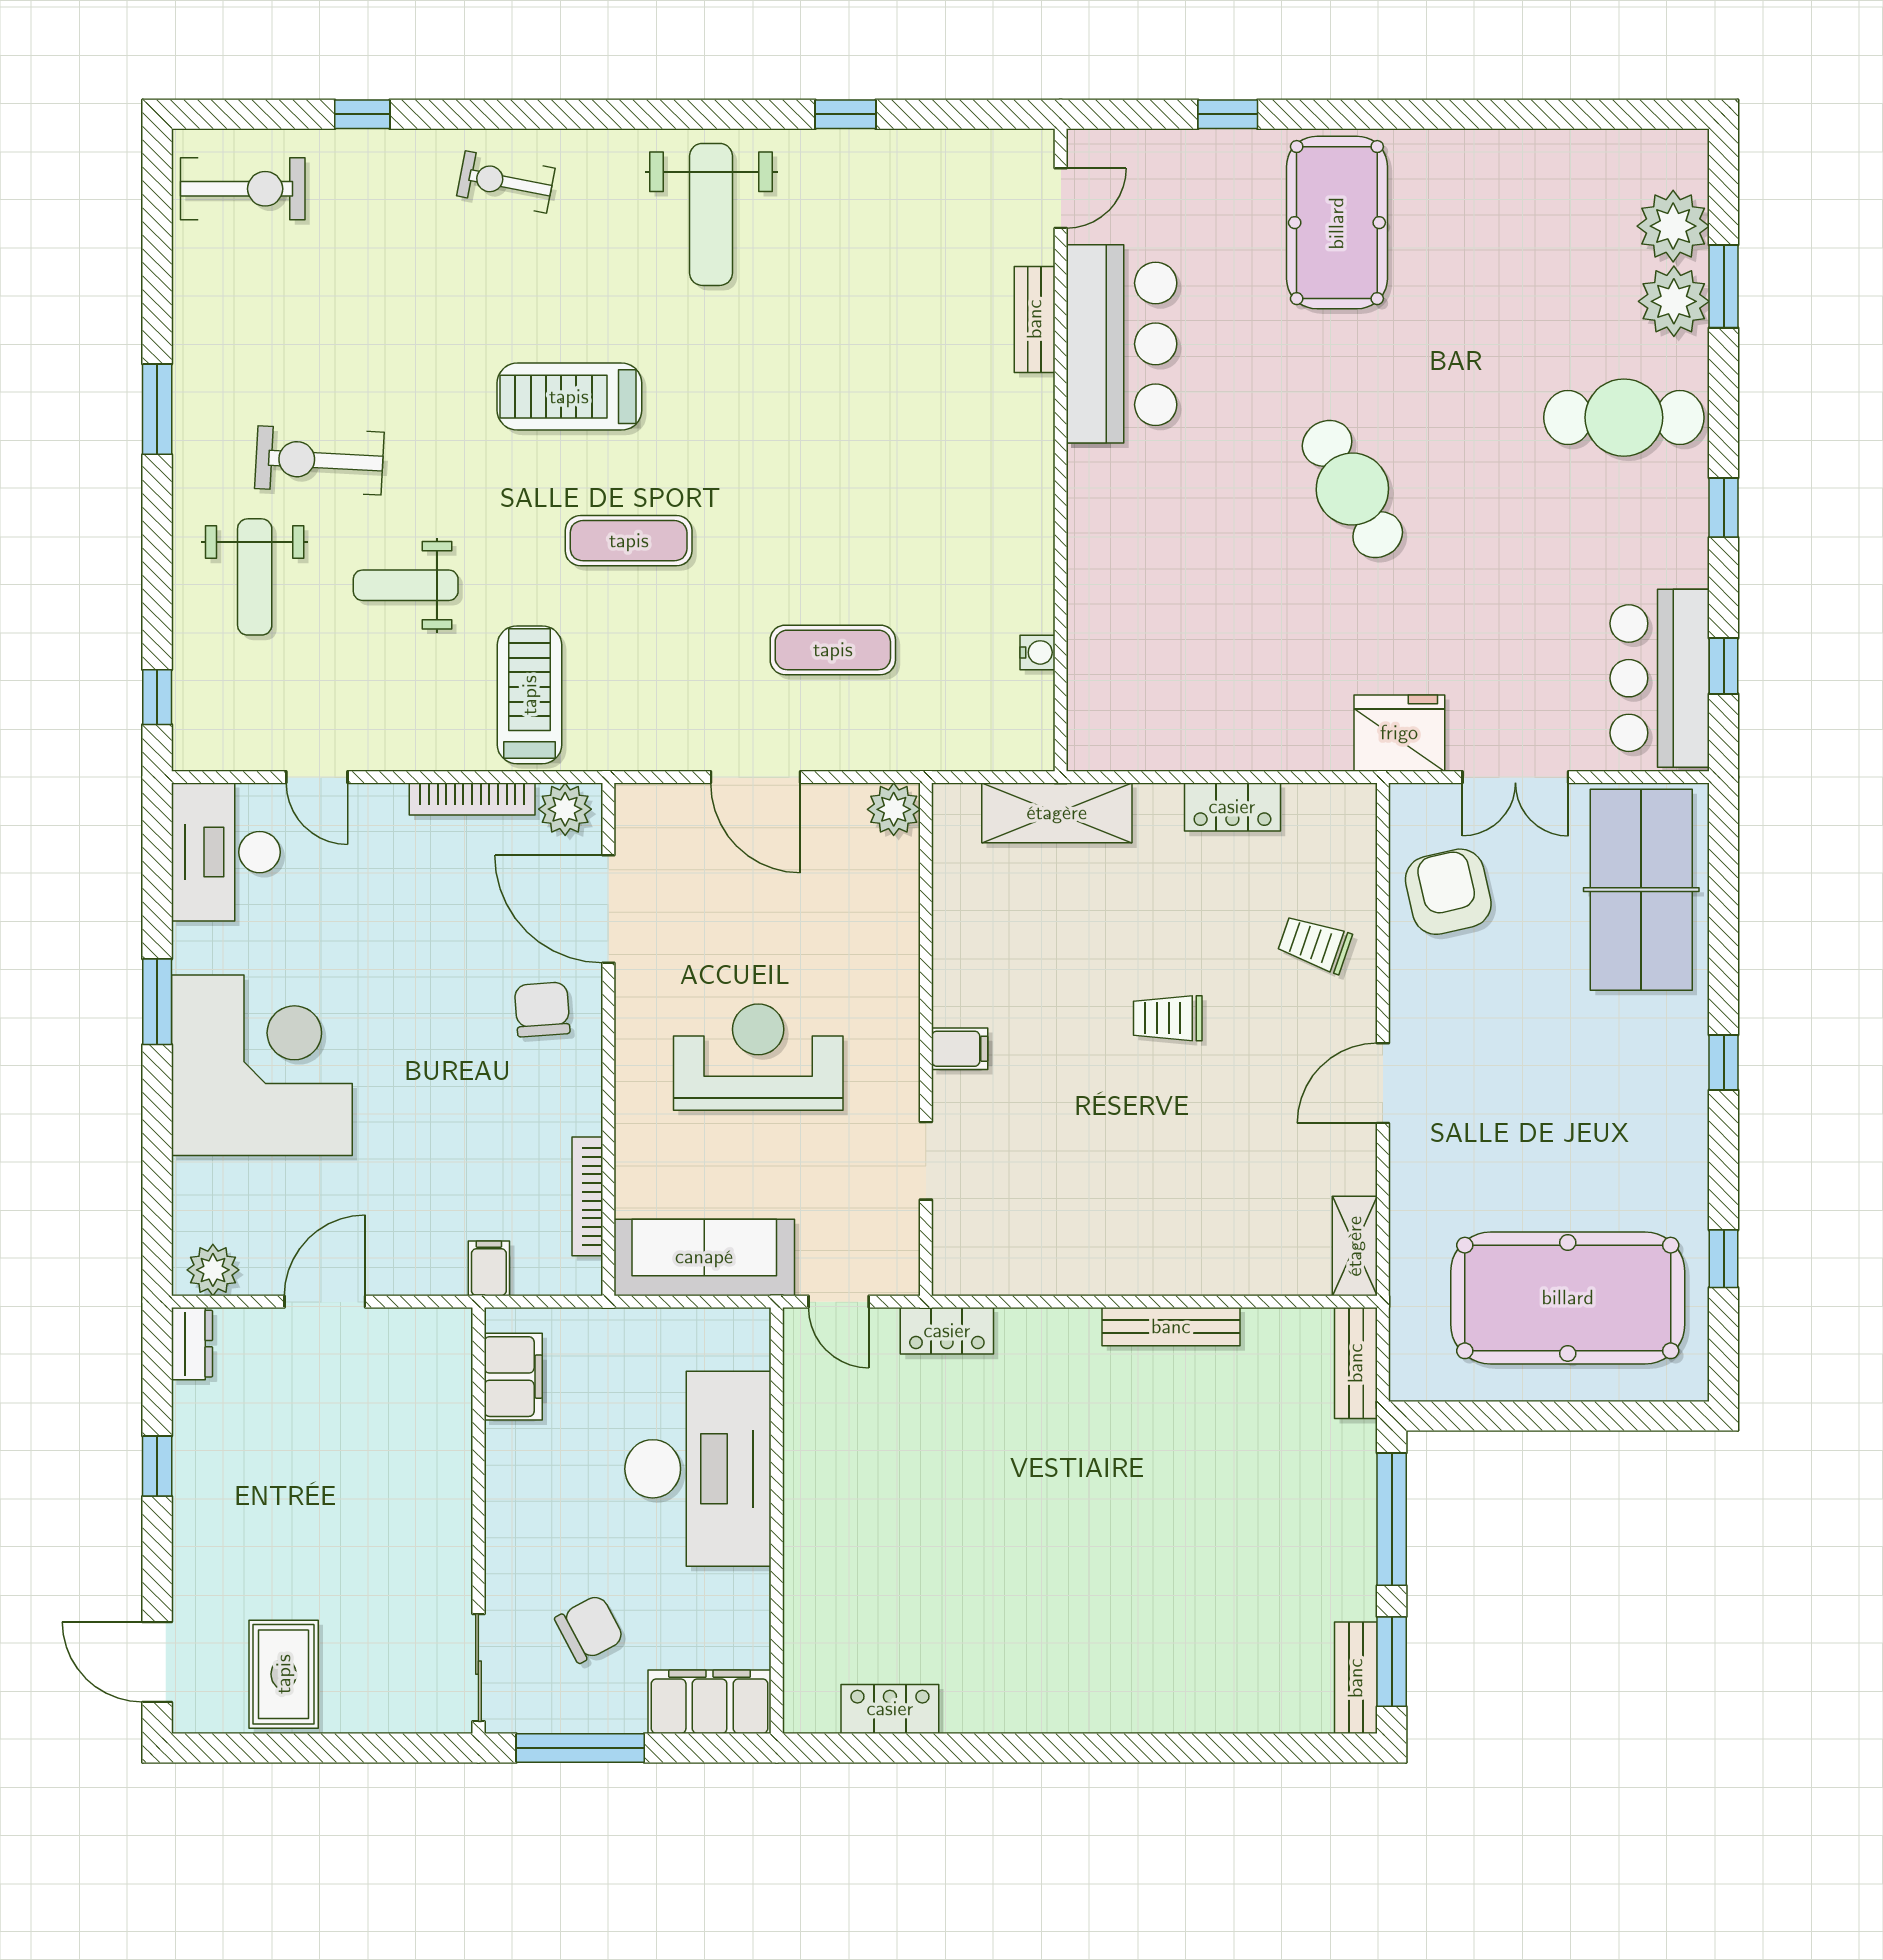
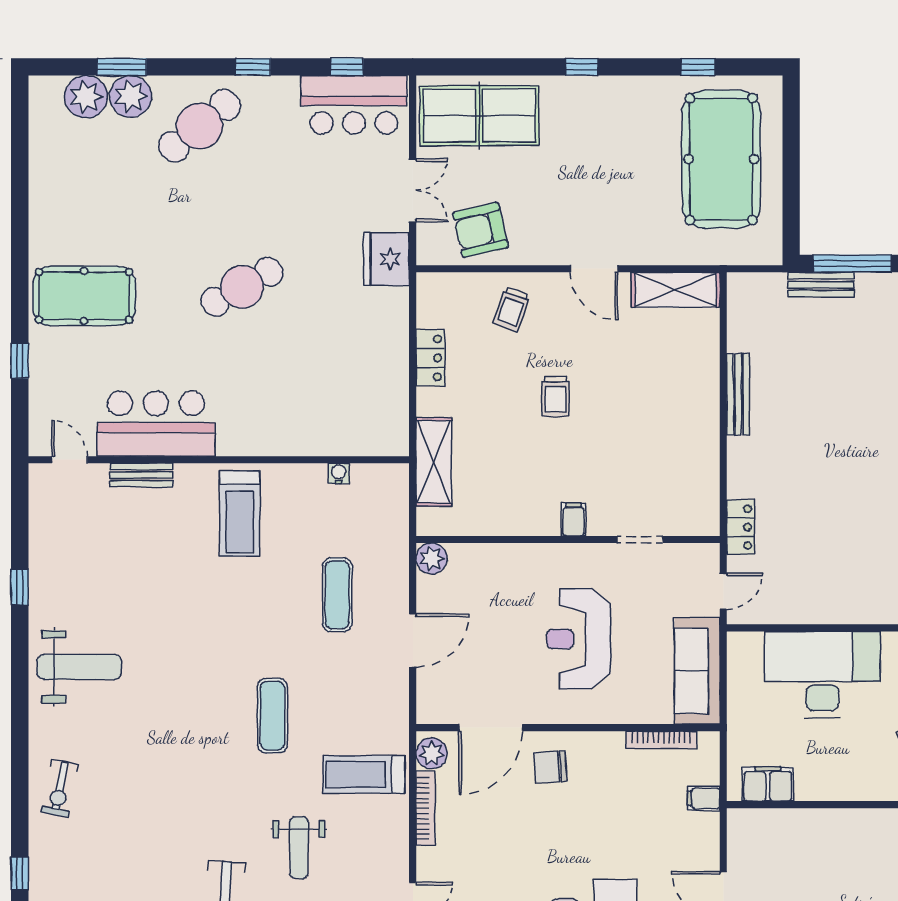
treadmill: (569, 397) -> (240, 513), moved
cafe table: (1624, 418) -> (200, 126), turned 51
shelving: (1355, 1246) -> (676, 290), width x1.50, depth x1.33
bench: (1356, 1363) -> (821, 285), moved

